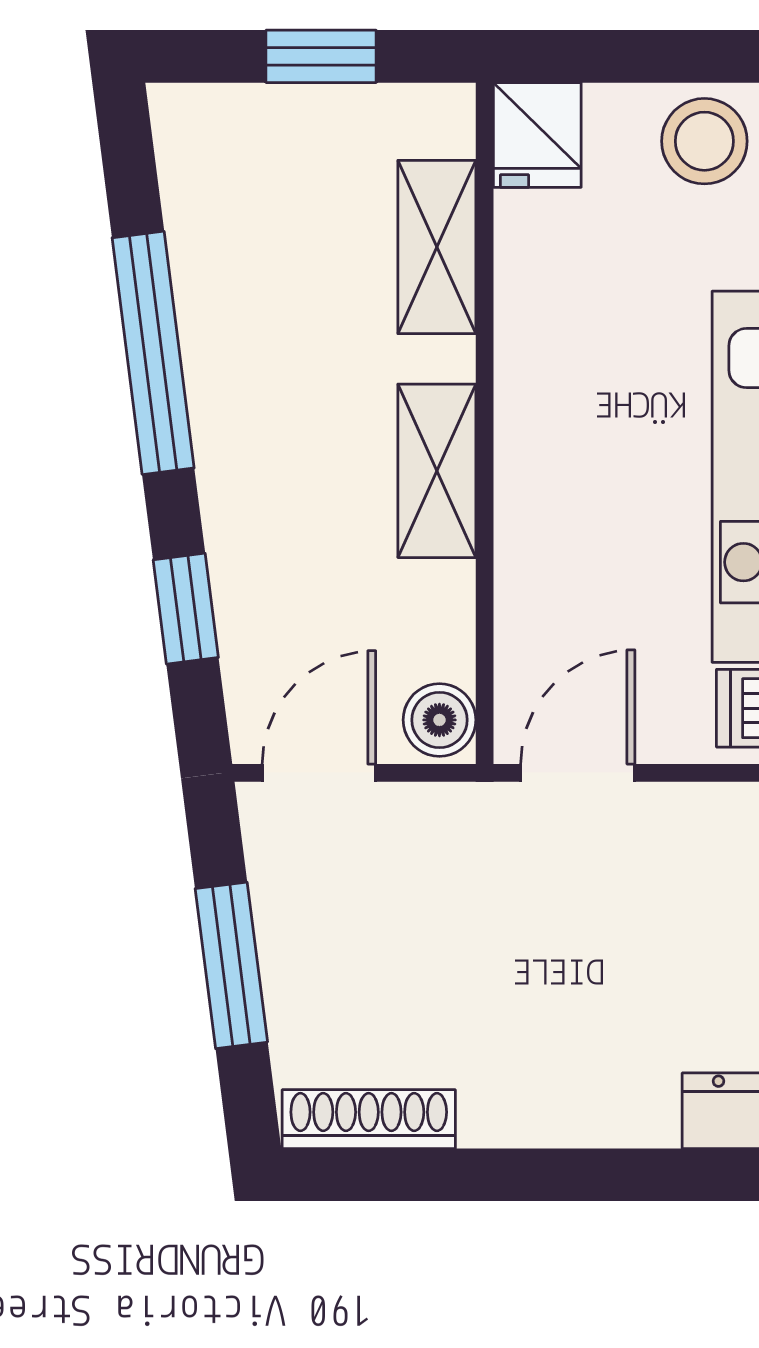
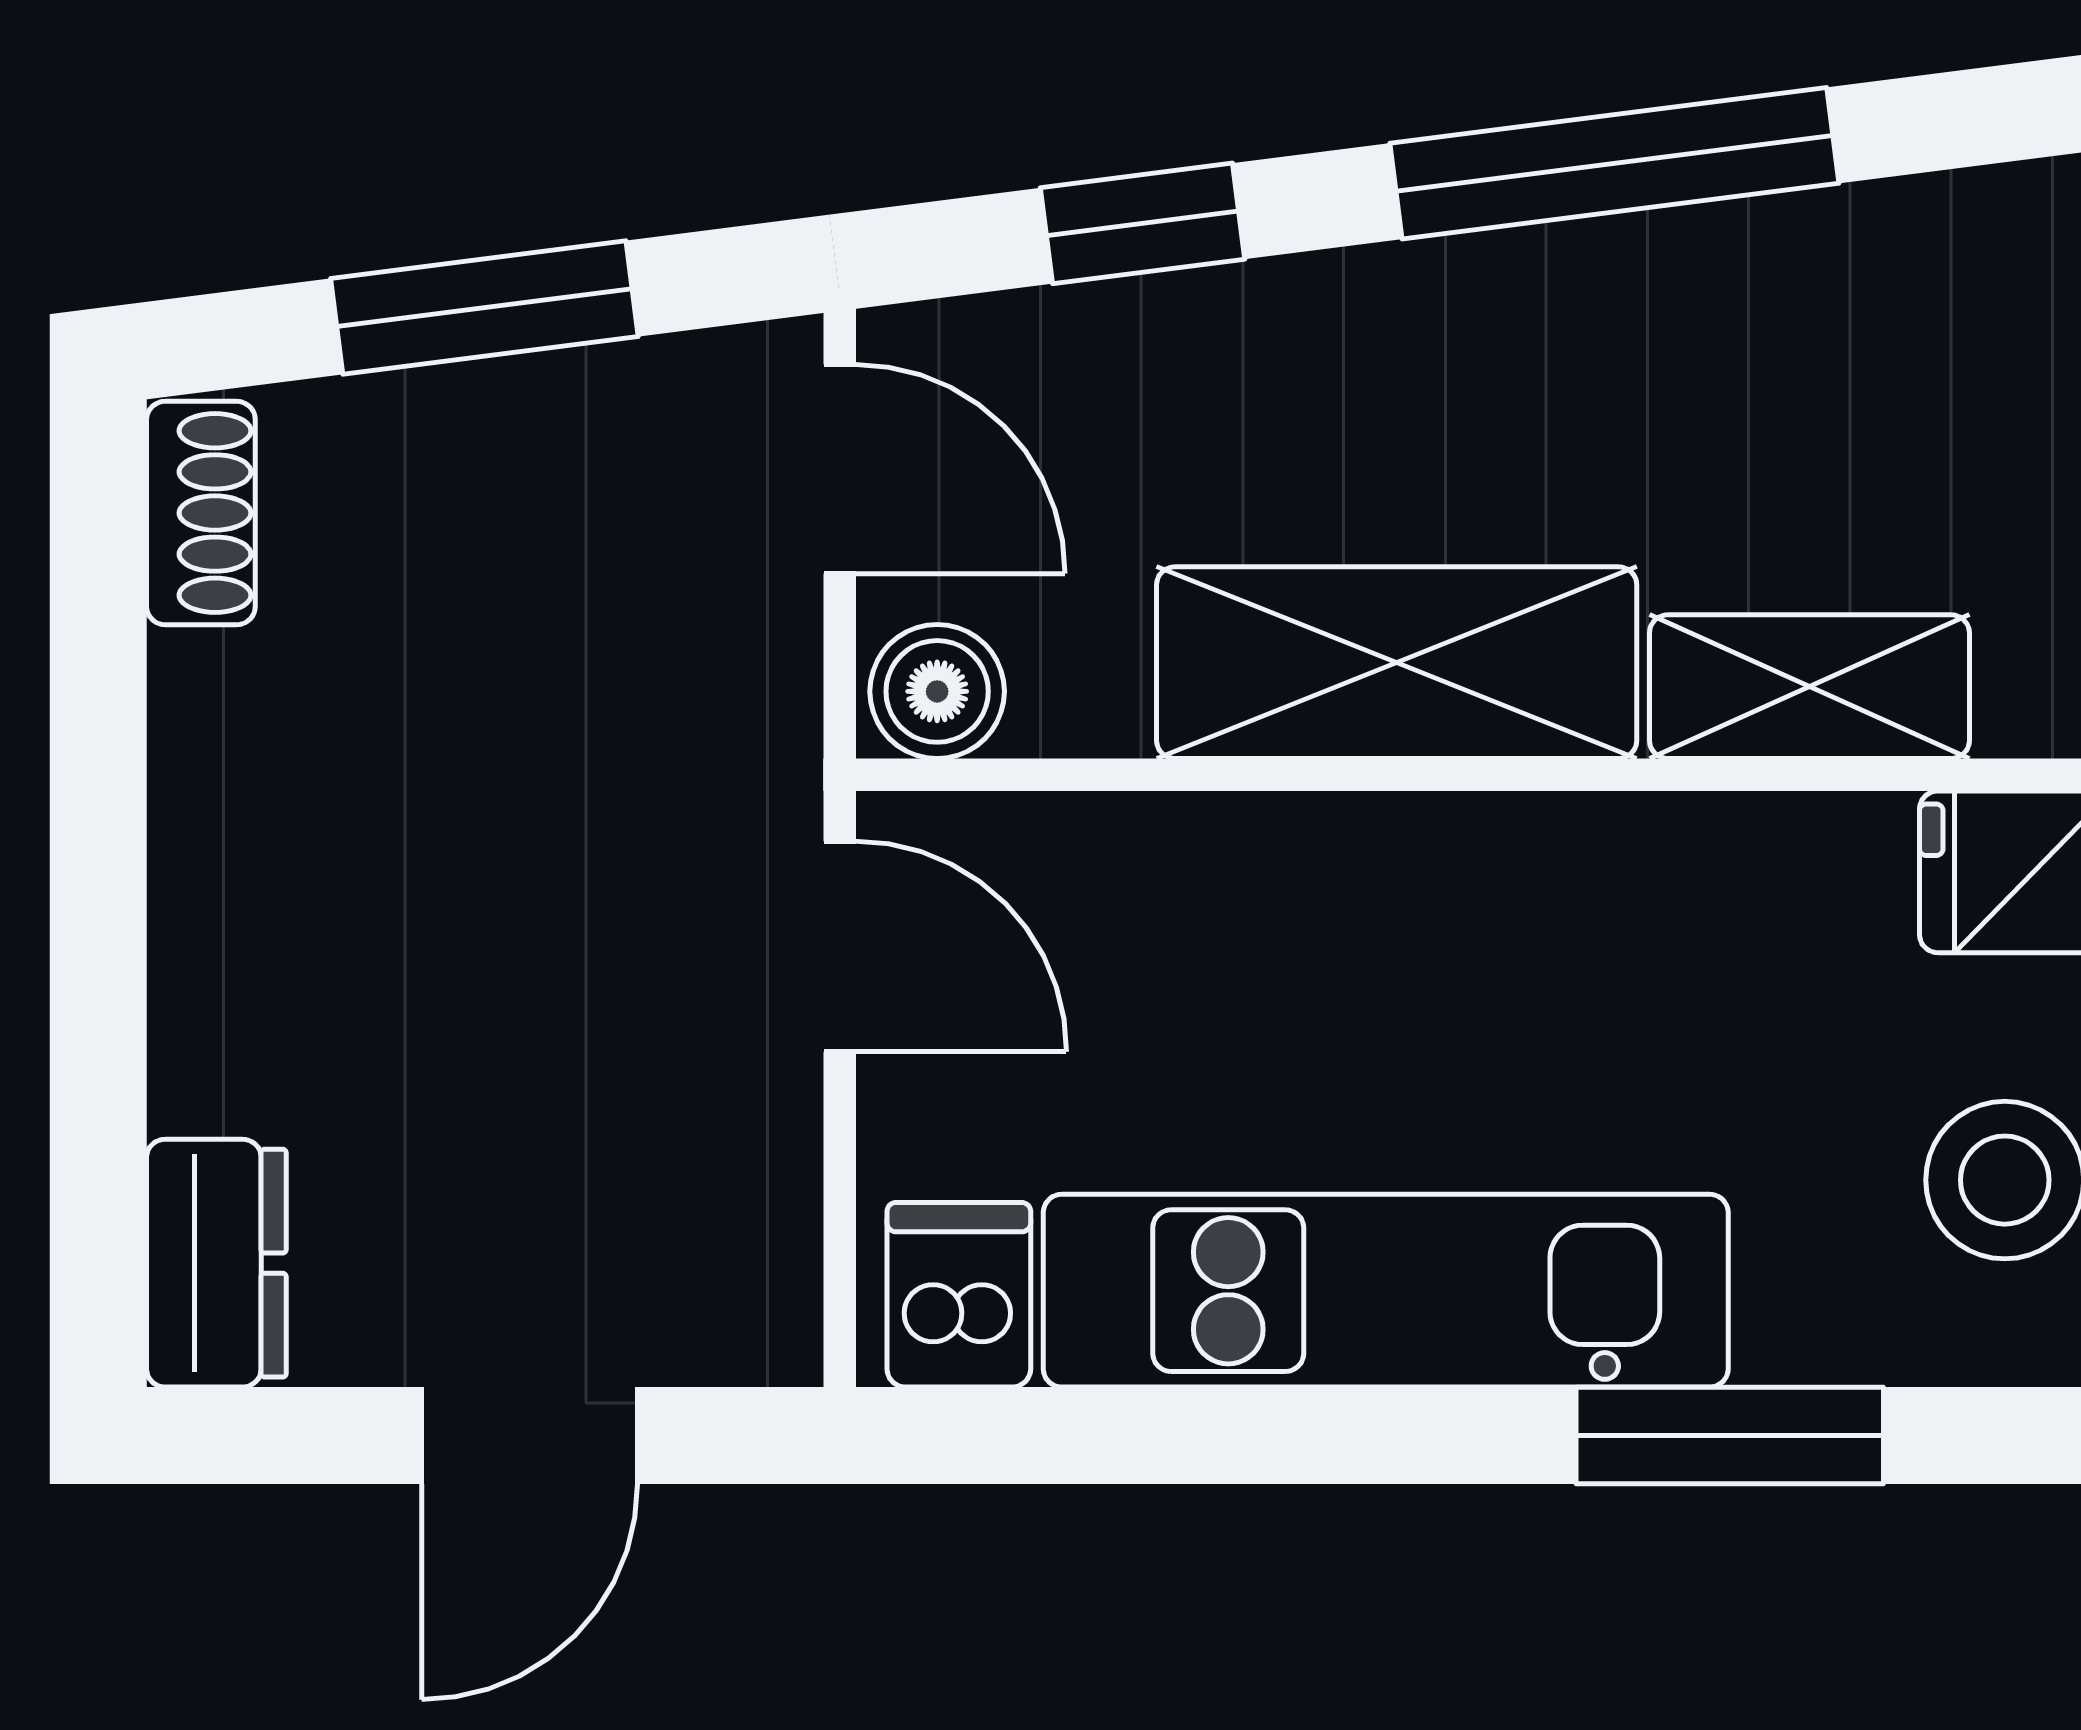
shelving: (437, 471) -> (1397, 663), width x1.50, depth x1.33
shoe rack: (369, 1119) -> (201, 513), width x0.70

